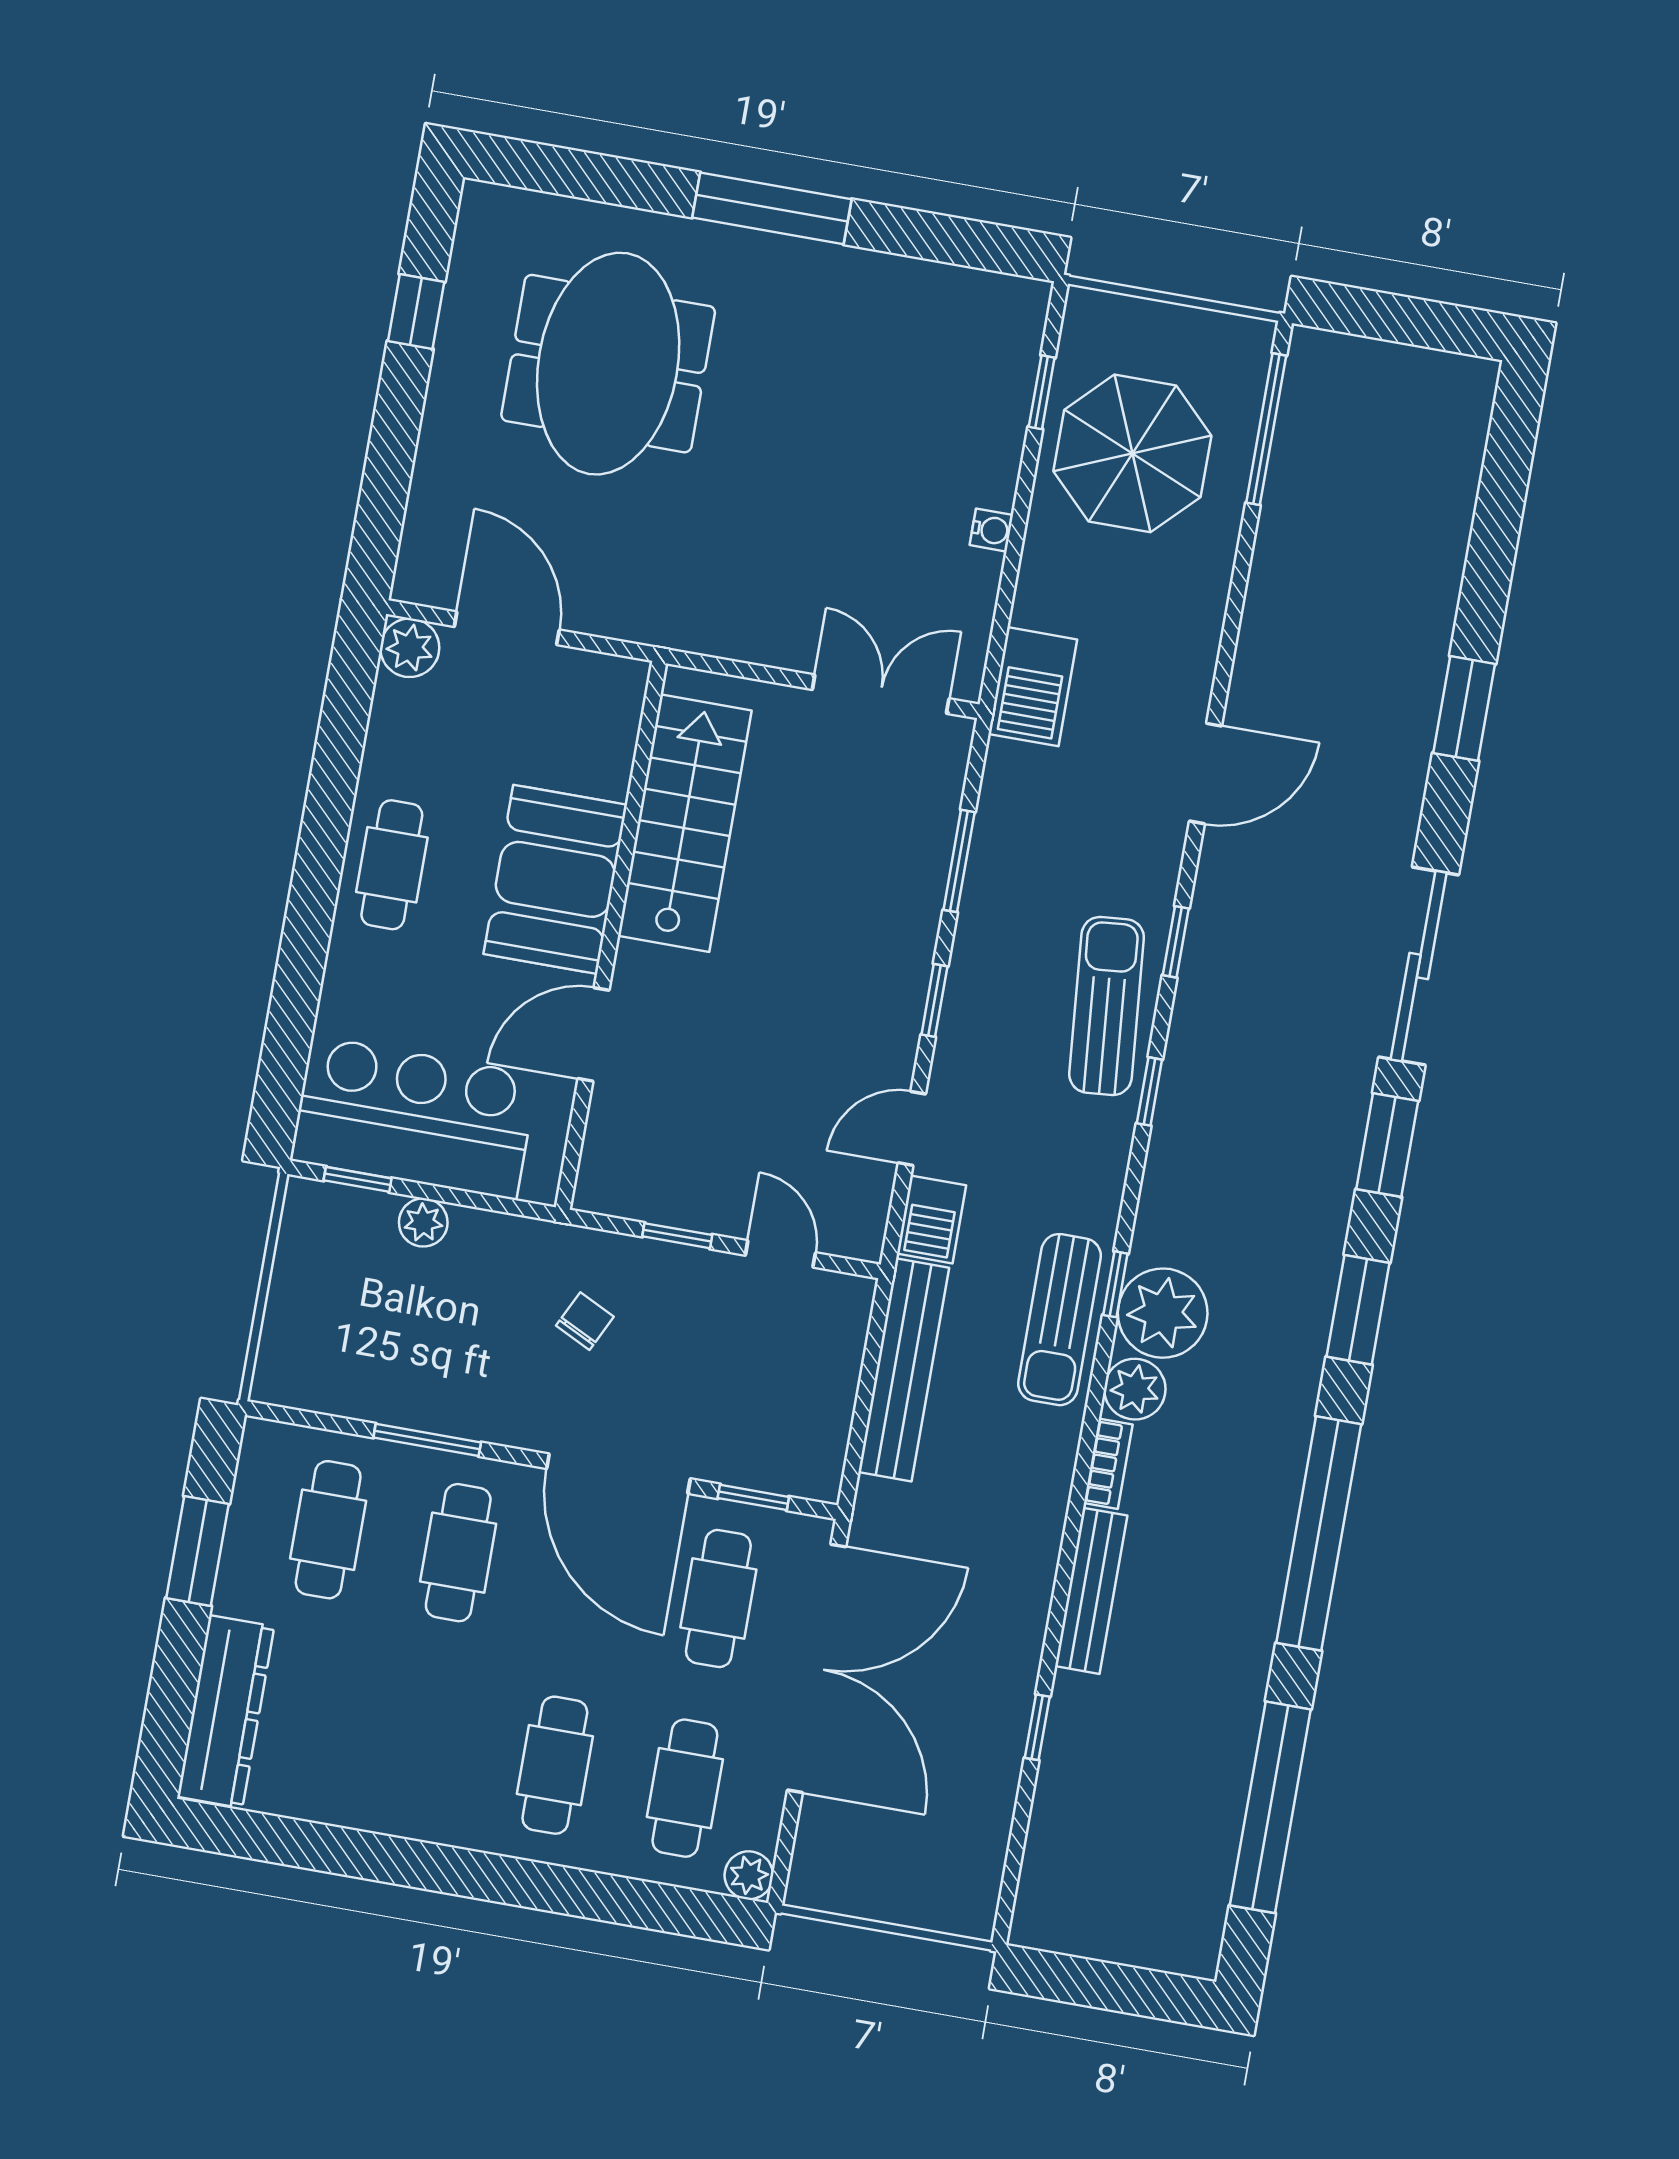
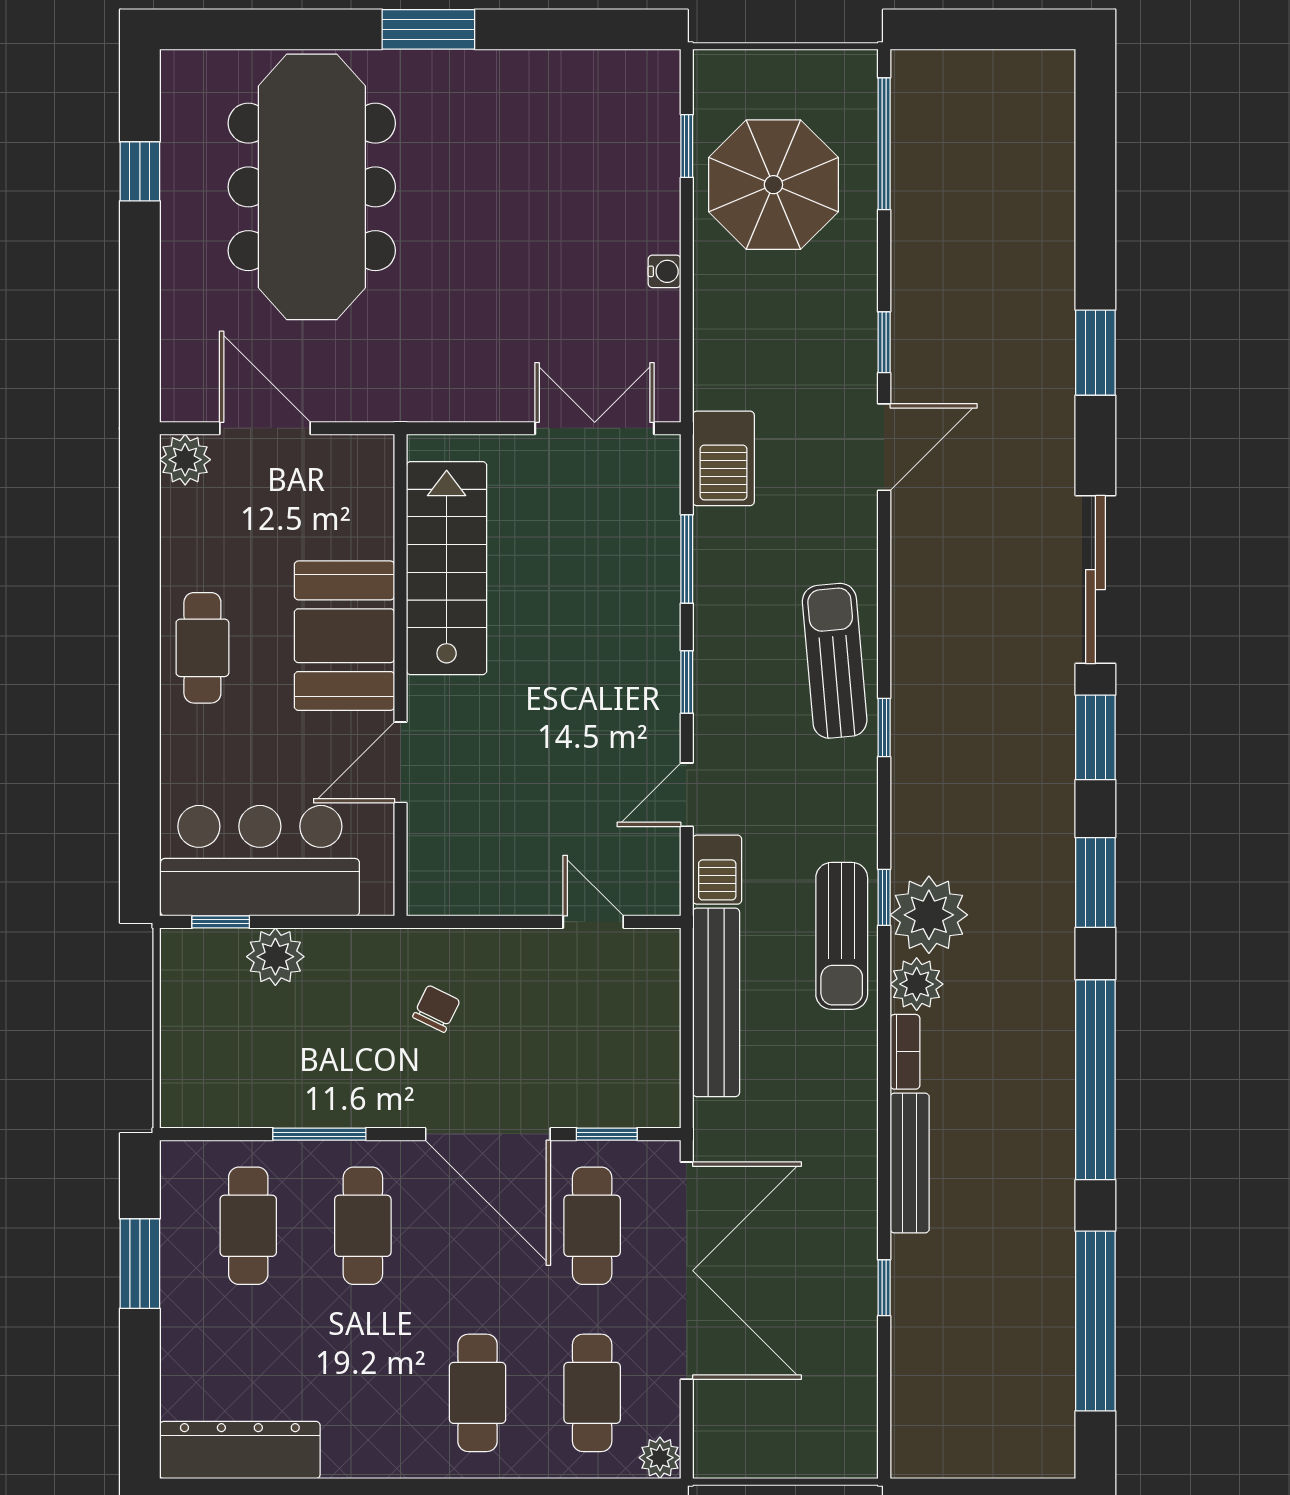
window: (772, 208) -> (428, 29), width x0.69
meeting table: (608, 364) -> (312, 187), width x1.36
barbecue: (1033, 687) -> (723, 458), moved
window: (1176, 942) -> (884, 342), moved
plant: (423, 1222) -> (275, 957), width x1.38, depth x1.38
window: (677, 1236) -> (502, 922), removed
dresser: (226, 1712) -> (240, 1450), moved, turned -90

